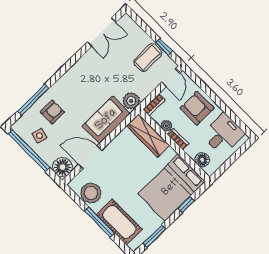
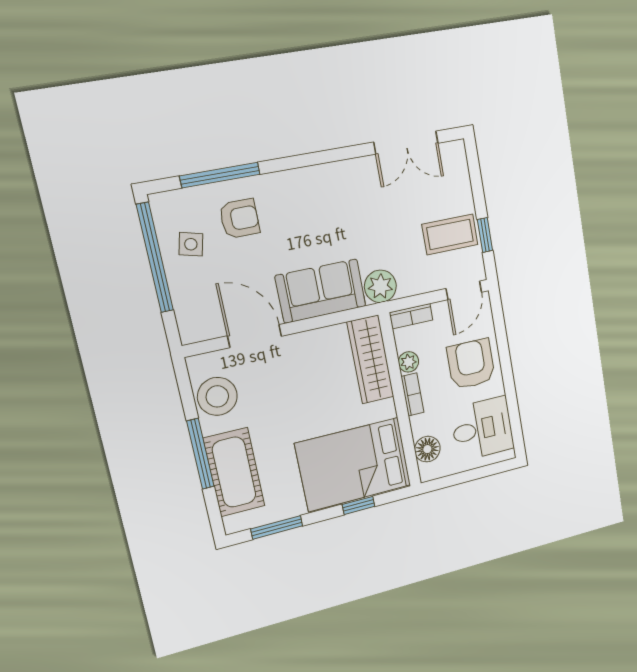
floor lamp: (63, 167) -> (197, 323), removed

